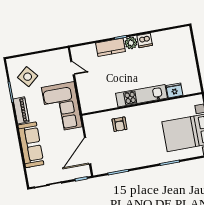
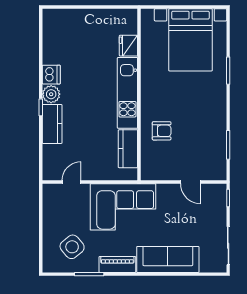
kitchen counter: (103, 103) -> (128, 149), added
door: (88, 151) -> (191, 182), width x0.53

